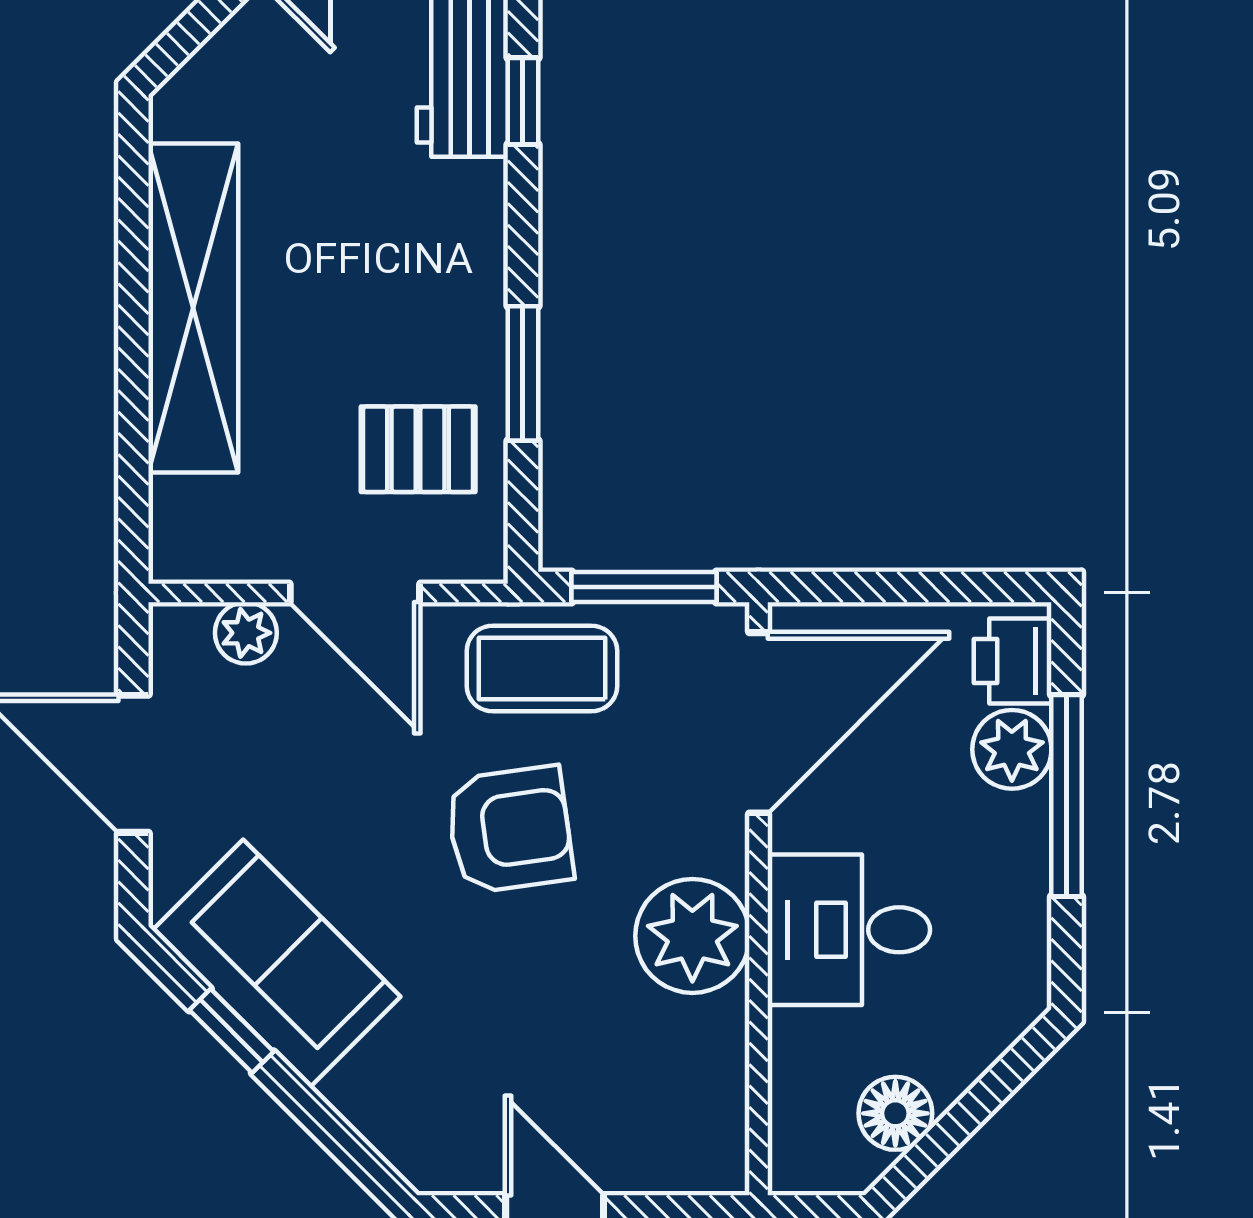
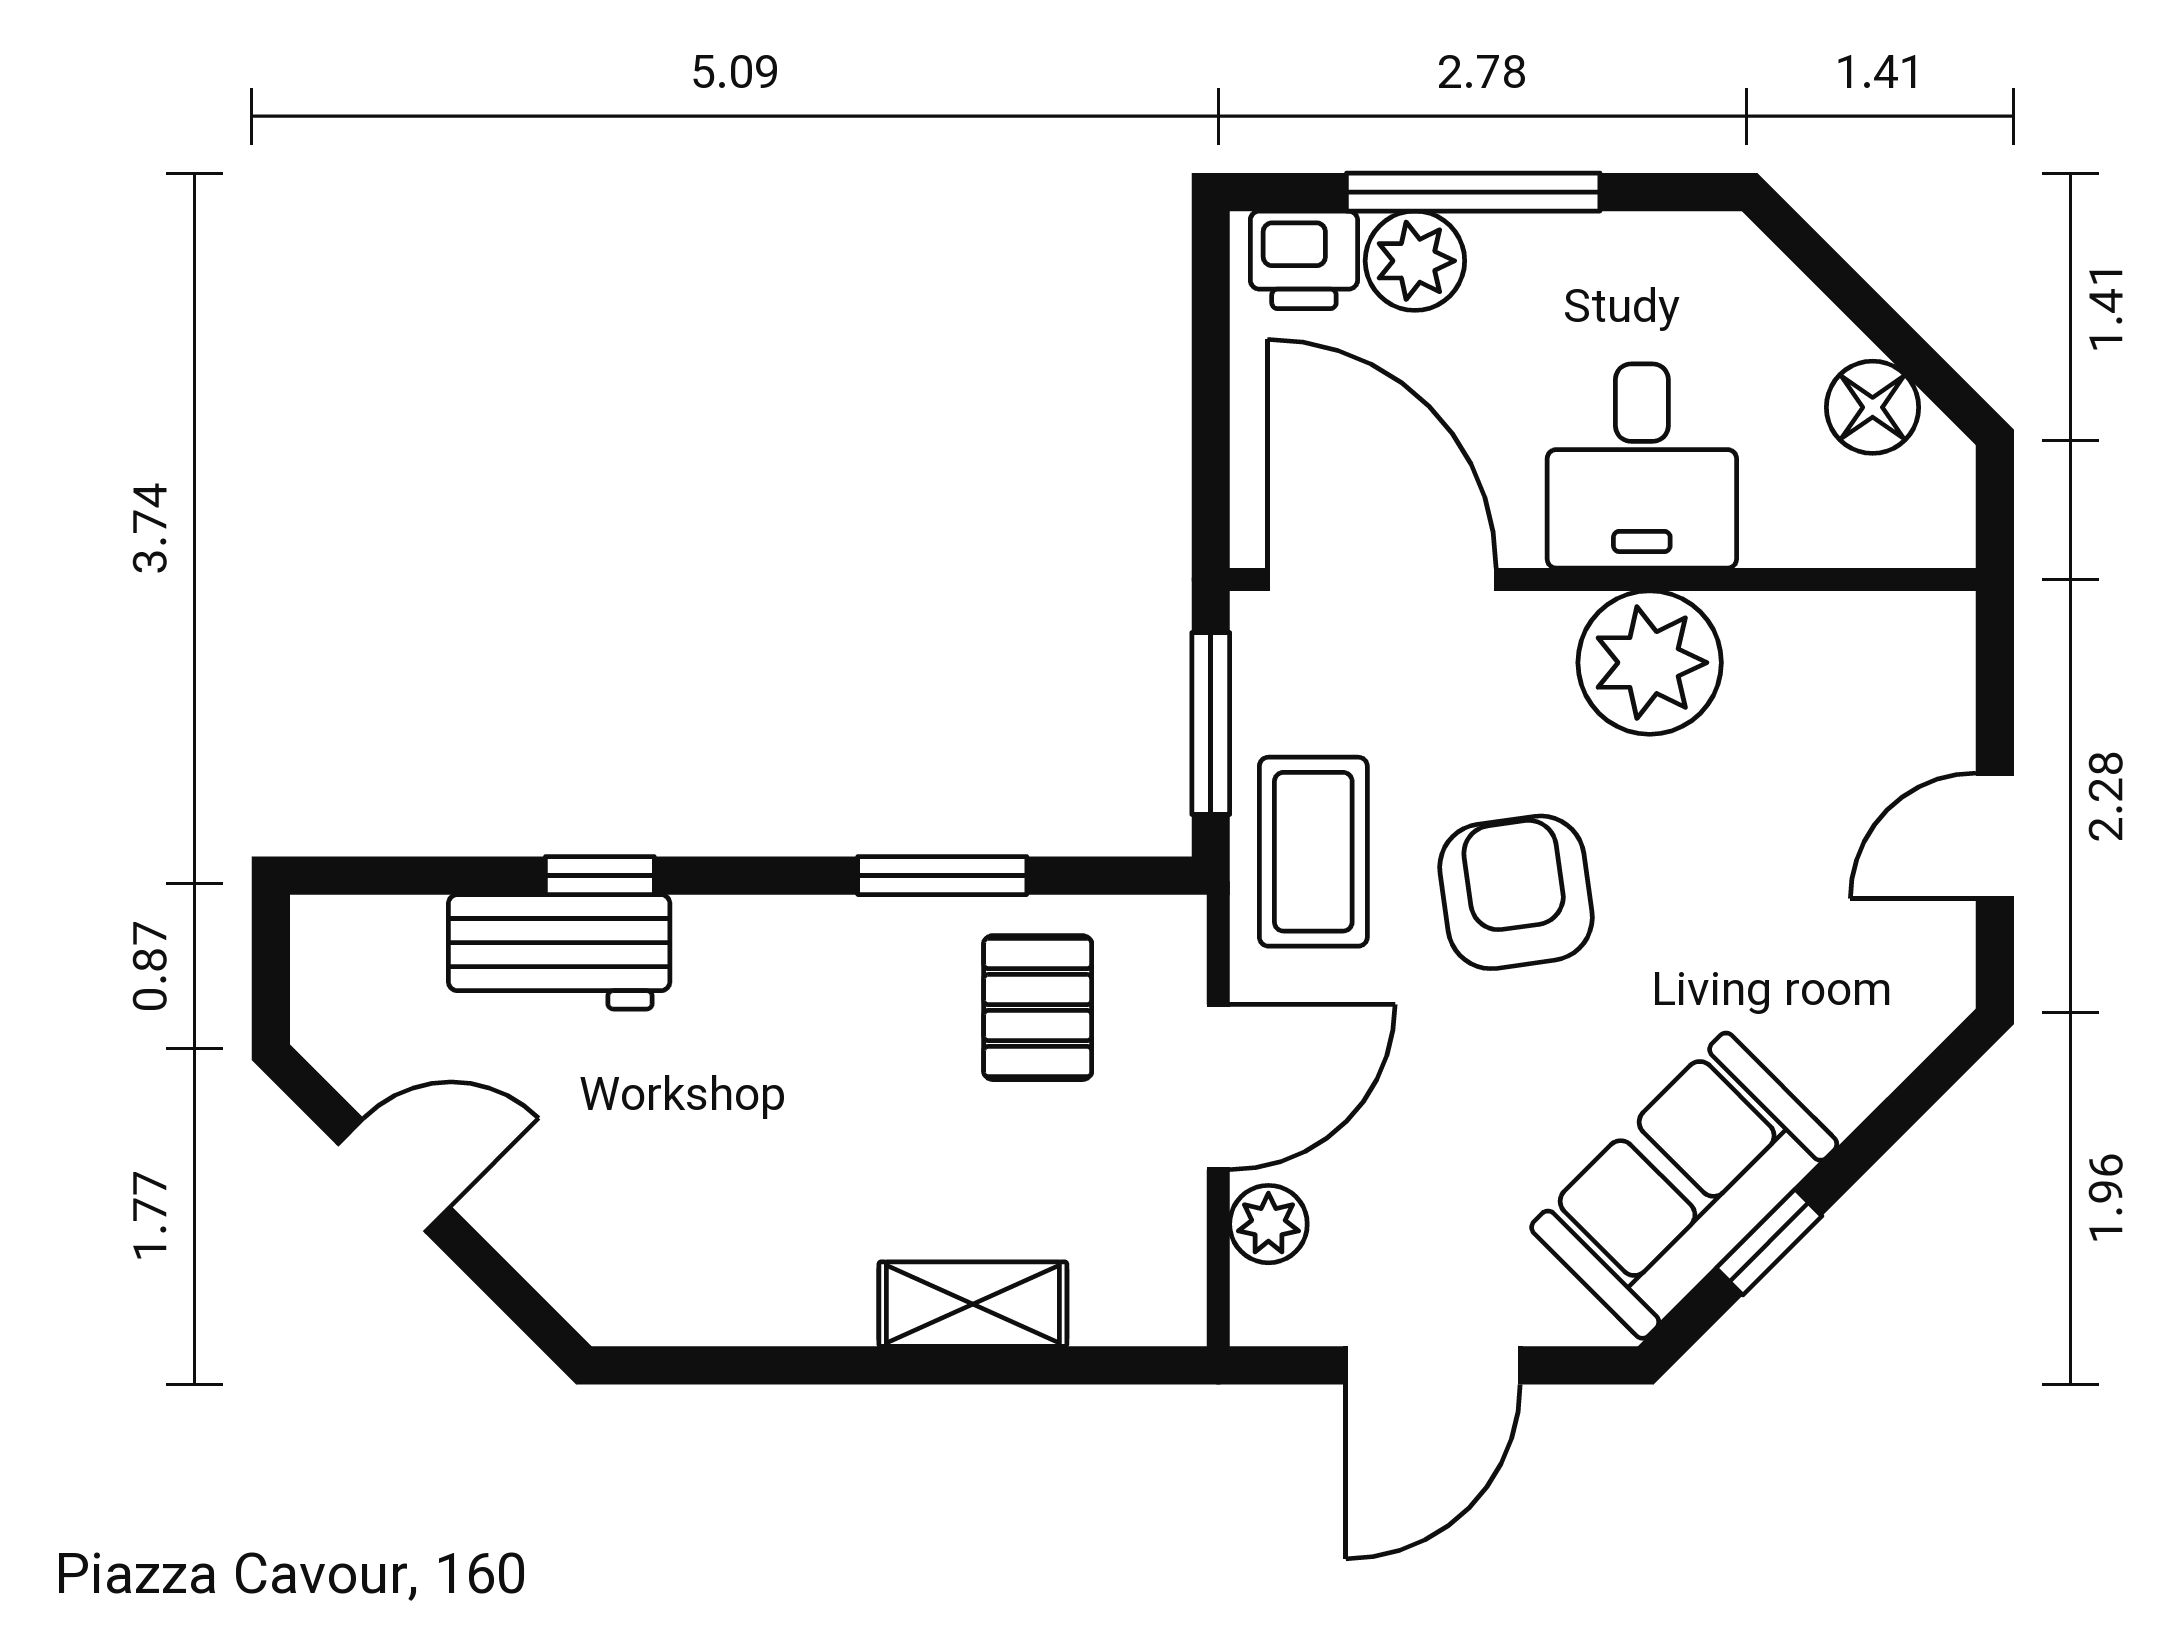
shelving: (193, 308) -> (973, 1304), width x0.45, depth x0.75

